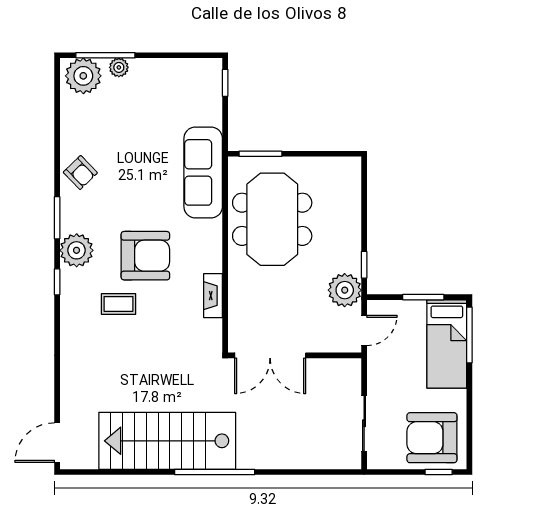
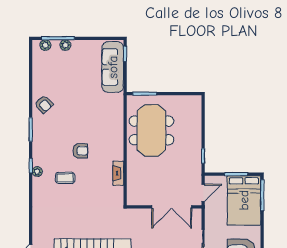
plant: (83, 76) -> (45, 45), width x0.53, depth x0.53
sofa: (203, 172) -> (113, 67), moved
plant: (77, 250) -> (37, 172), moved, width x0.53, depth x0.53
armchair: (145, 256) -> (80, 151), width x0.53, depth x0.53
plant: (345, 290) -> (192, 170), removed
bed: (447, 344) -> (244, 200), width x1.50
double door: (270, 355) -> (172, 207), moved

